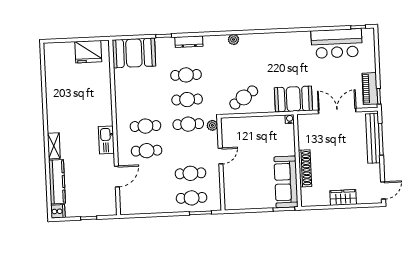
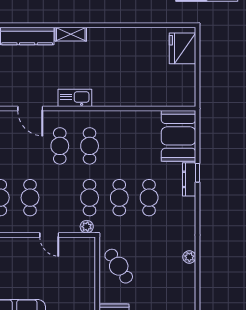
dresser: (189, 42) -> (189, 179), moved
fridge: (88, 52) -> (182, 48), moved

